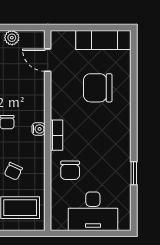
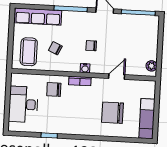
plant: (12, 38) -> (151, 66), moved
door: (48, 60) -> (117, 77), moved
chair: (98, 88) -> (112, 113), turned -90

